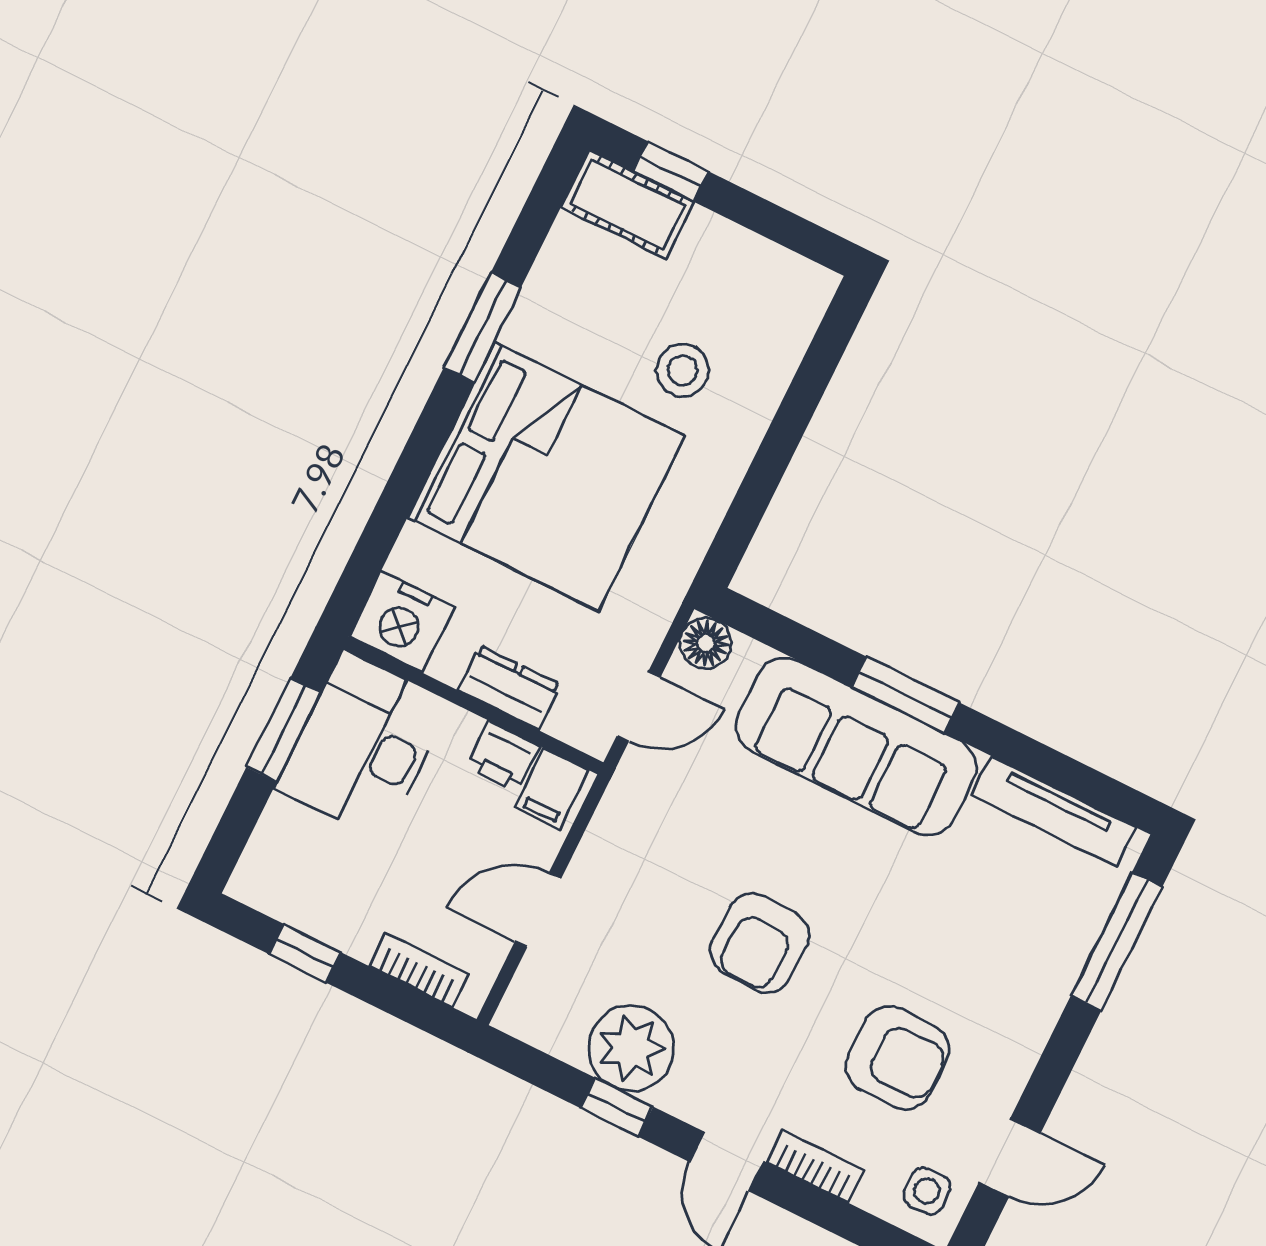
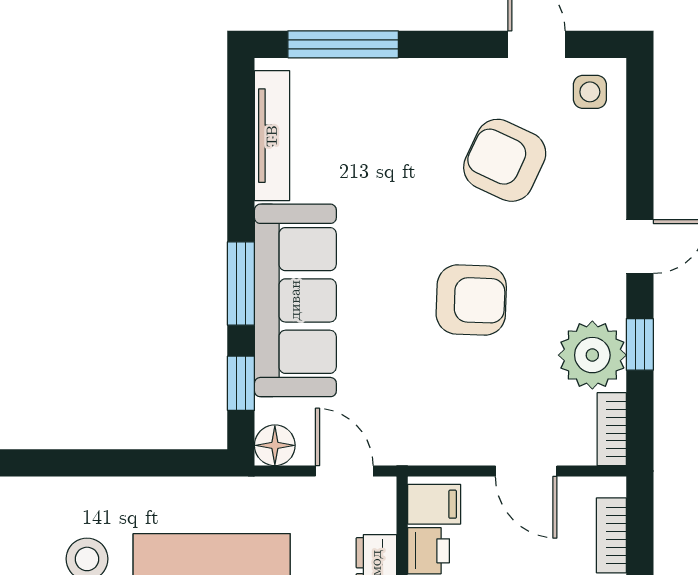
window: (794, 640) -> (241, 383), added
armchair: (898, 1058) -> (505, 160), turned -65
bookcase: (815, 1166) -> (612, 429), moved

